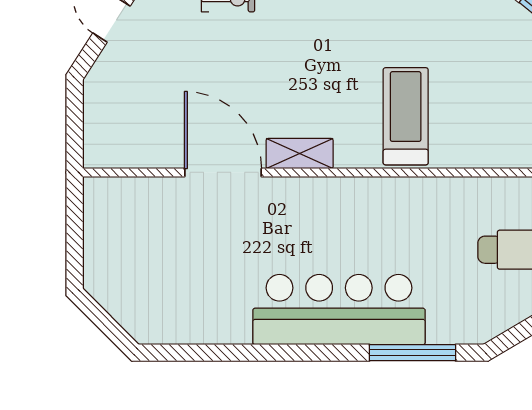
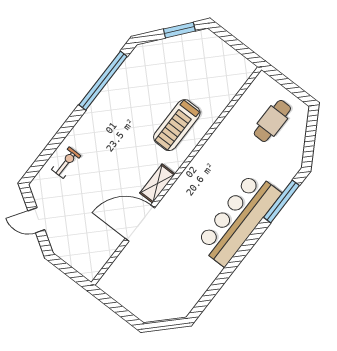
treadmill: (406, 116) -> (177, 125), turned -90

